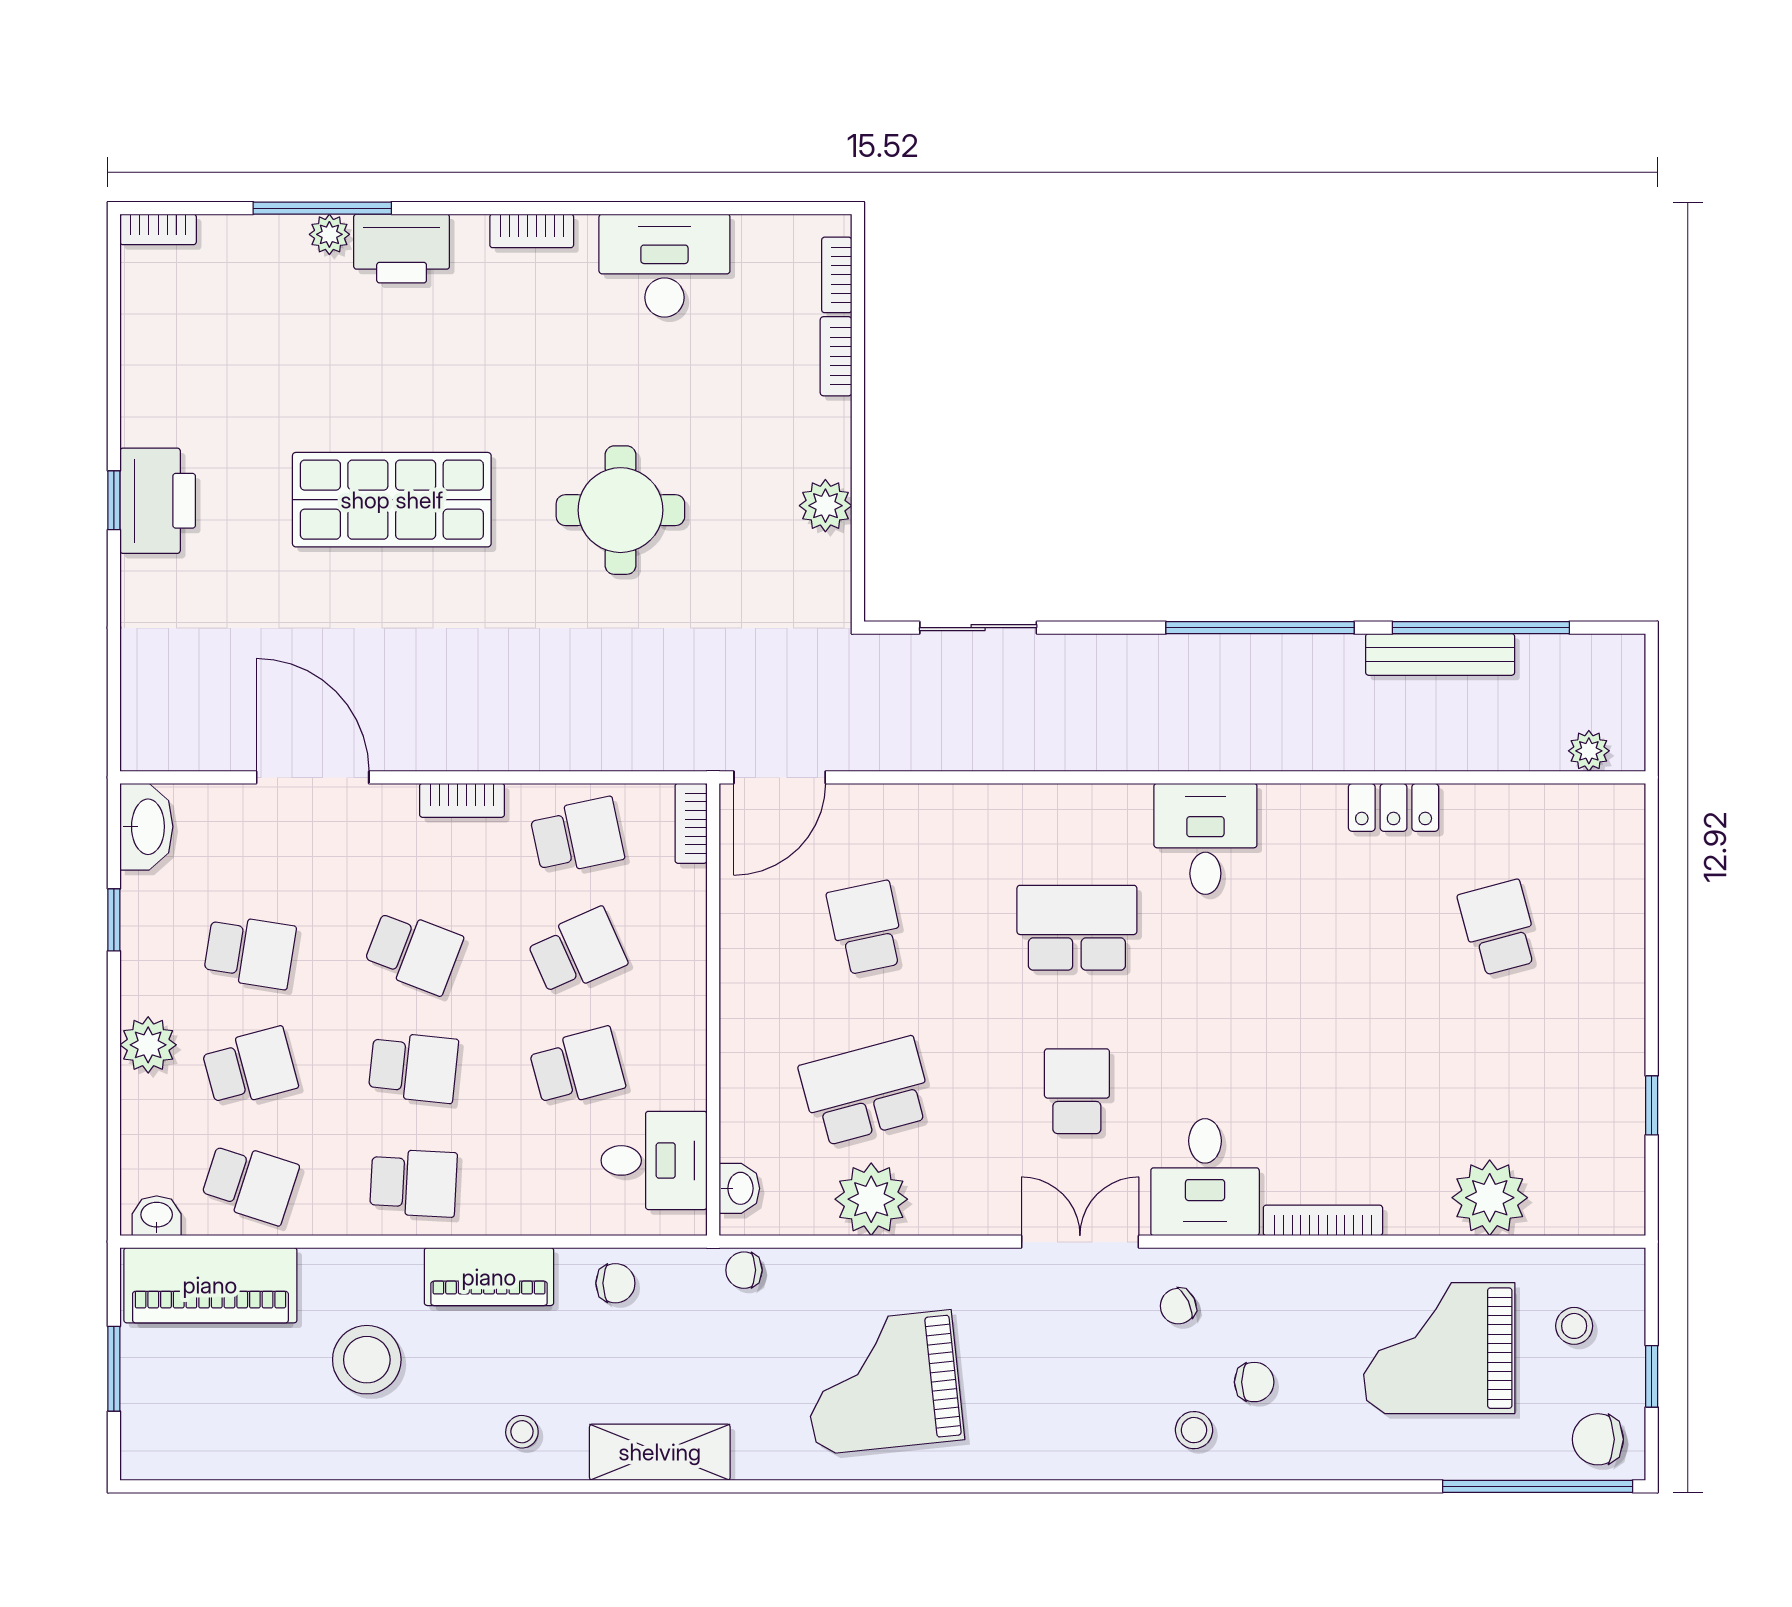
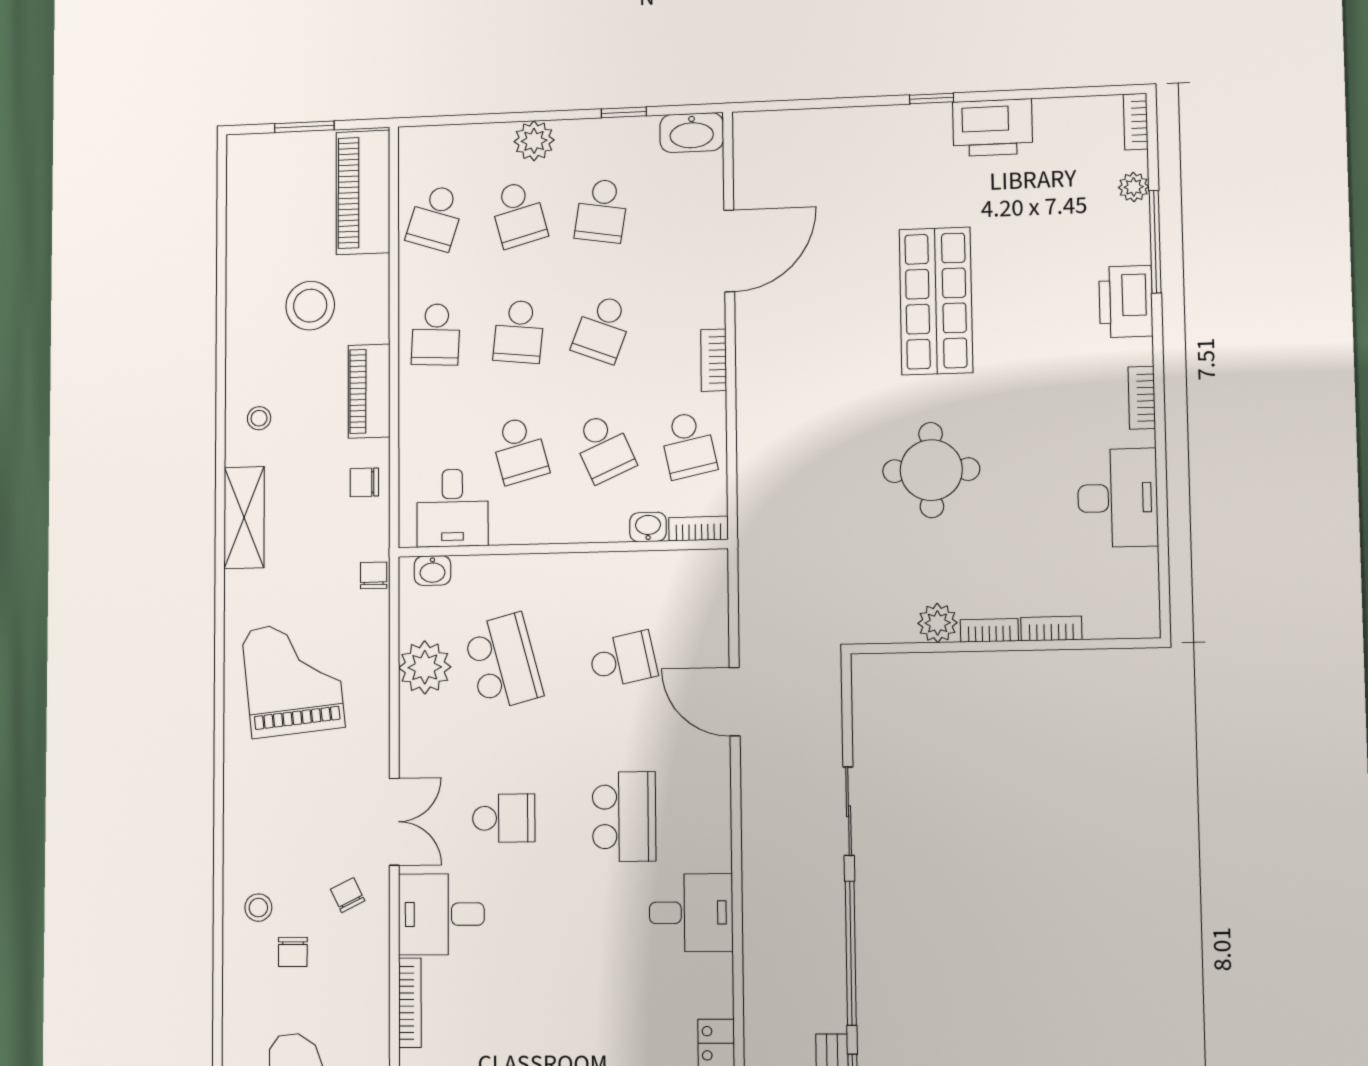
plant: (329, 234) -> (1134, 187), moved
bookcase: (837, 275) -> (989, 630), moved
printer: (158, 501) -> (993, 128), moved
sliding door: (978, 628) -> (849, 811), moved
door: (780, 777) -> (735, 702), moved
washbasin: (157, 1216) -> (648, 527), moved, turned -90
chair: (615, 1283) -> (364, 482), turned 90

